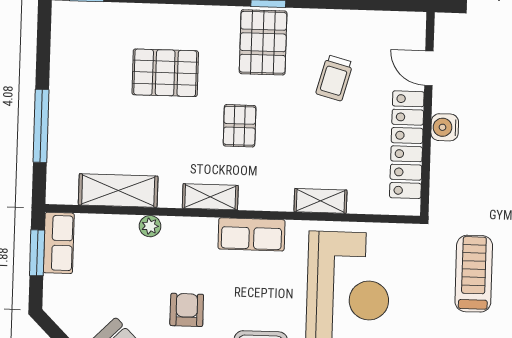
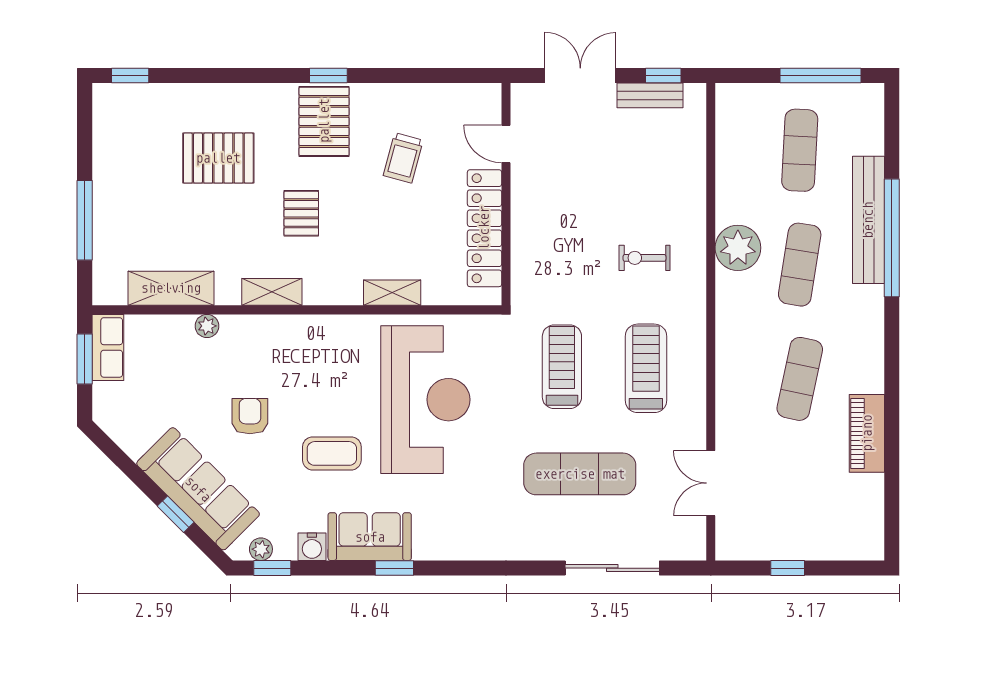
water cooler: (445, 127) -> (525, 208), removed
row of seats: (251, 234) -> (318, 332), removed

